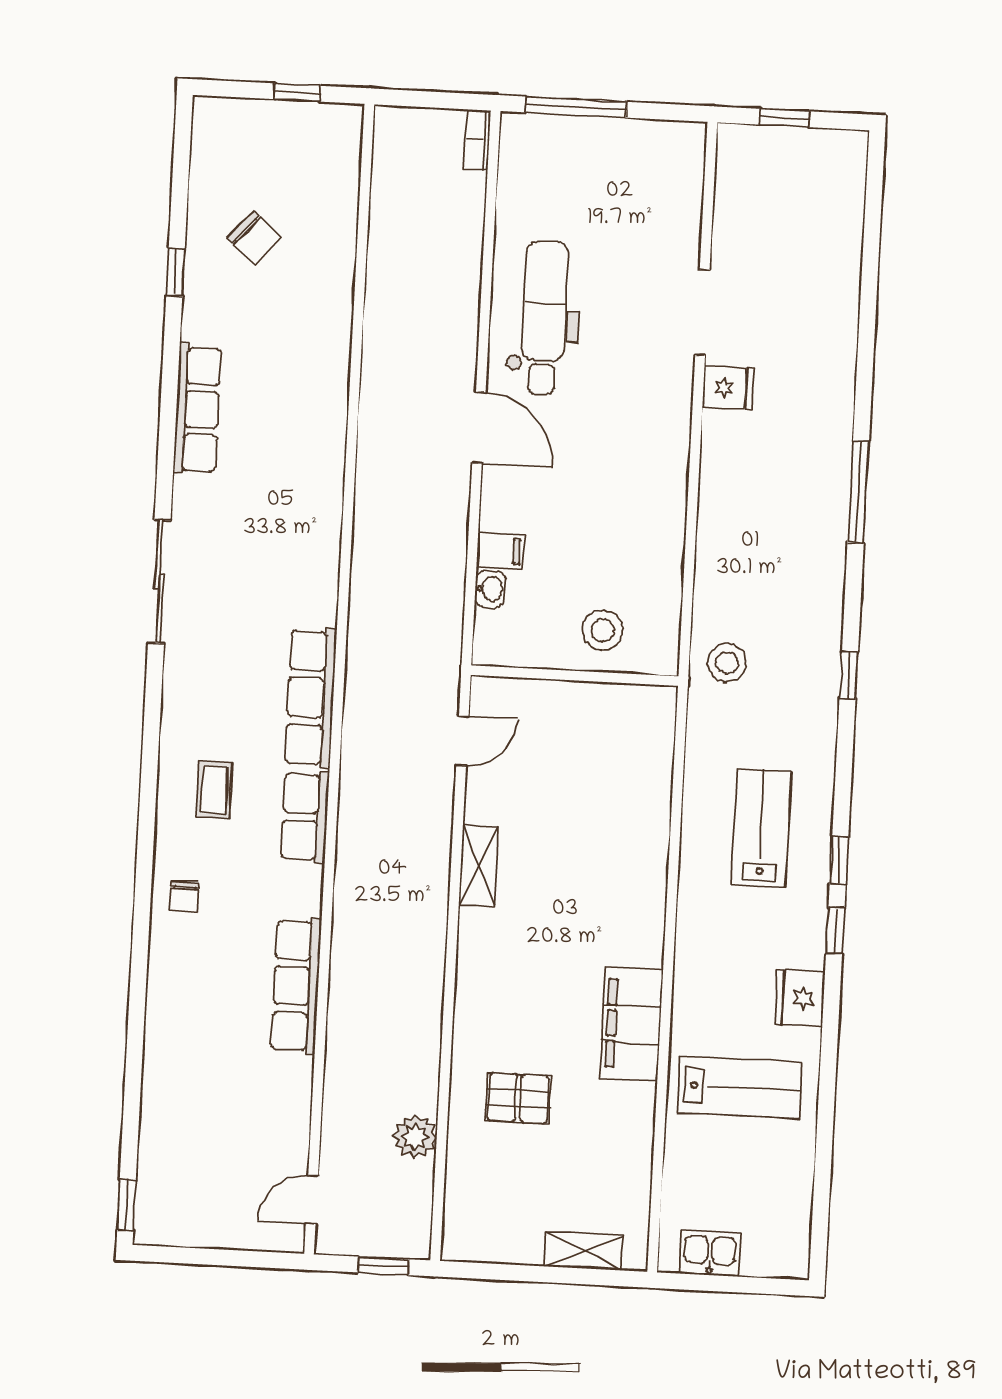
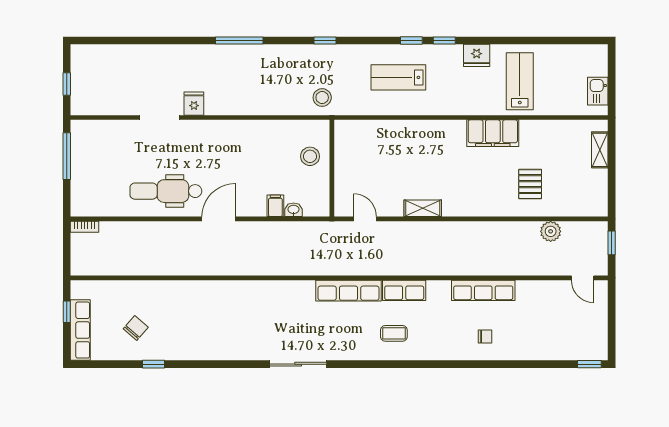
window: (576, 107) -> (67, 156), moved
row of seats: (197, 409) -> (80, 330), moved, turned 90
chair: (184, 896) -> (485, 337), moved

